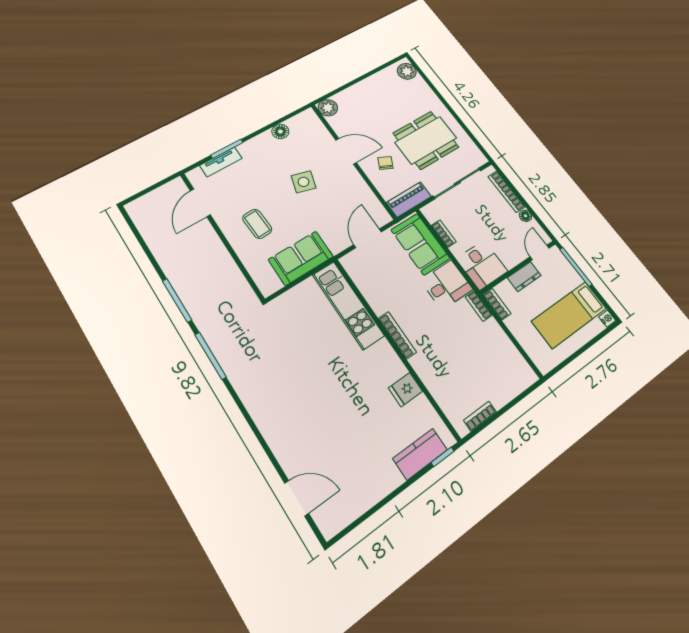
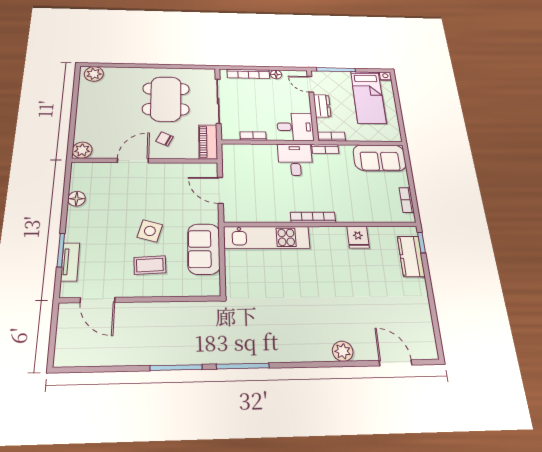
side table: (303, 182) -> (150, 231), moved
sofa: (420, 244) -> (380, 158), moved
plant: (278, 439) -> (343, 351), added
door: (297, 498) -> (396, 363), hinge flipped

